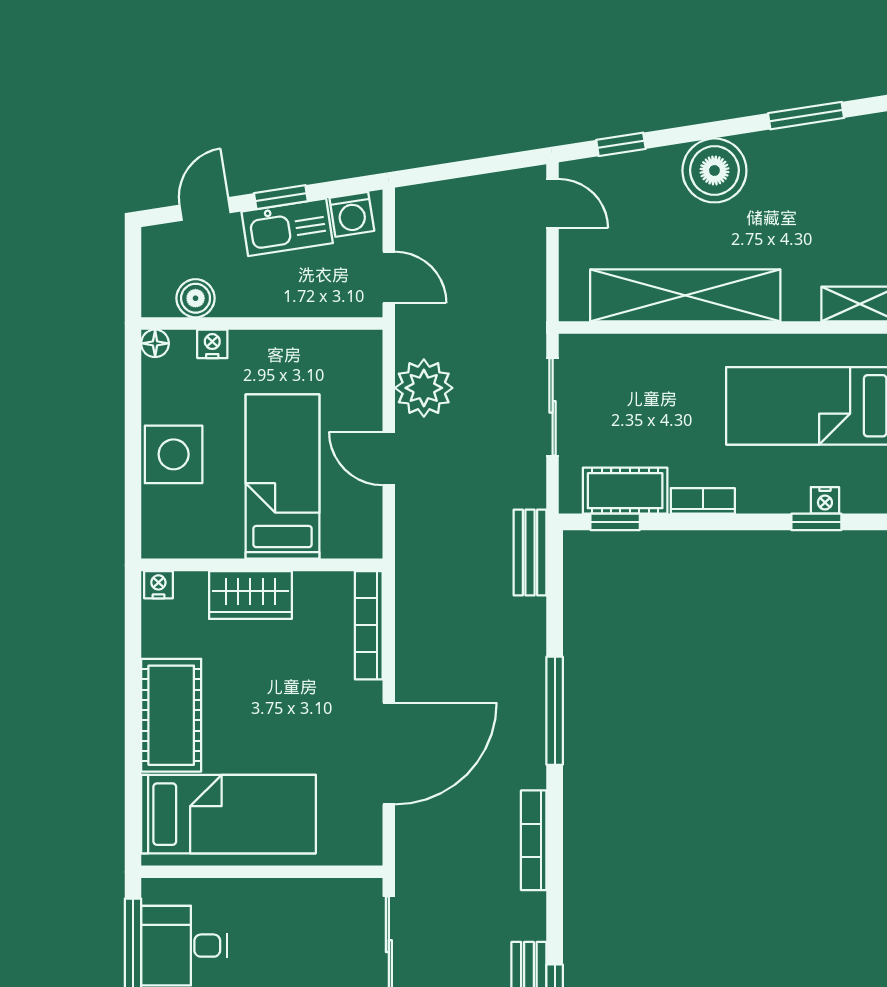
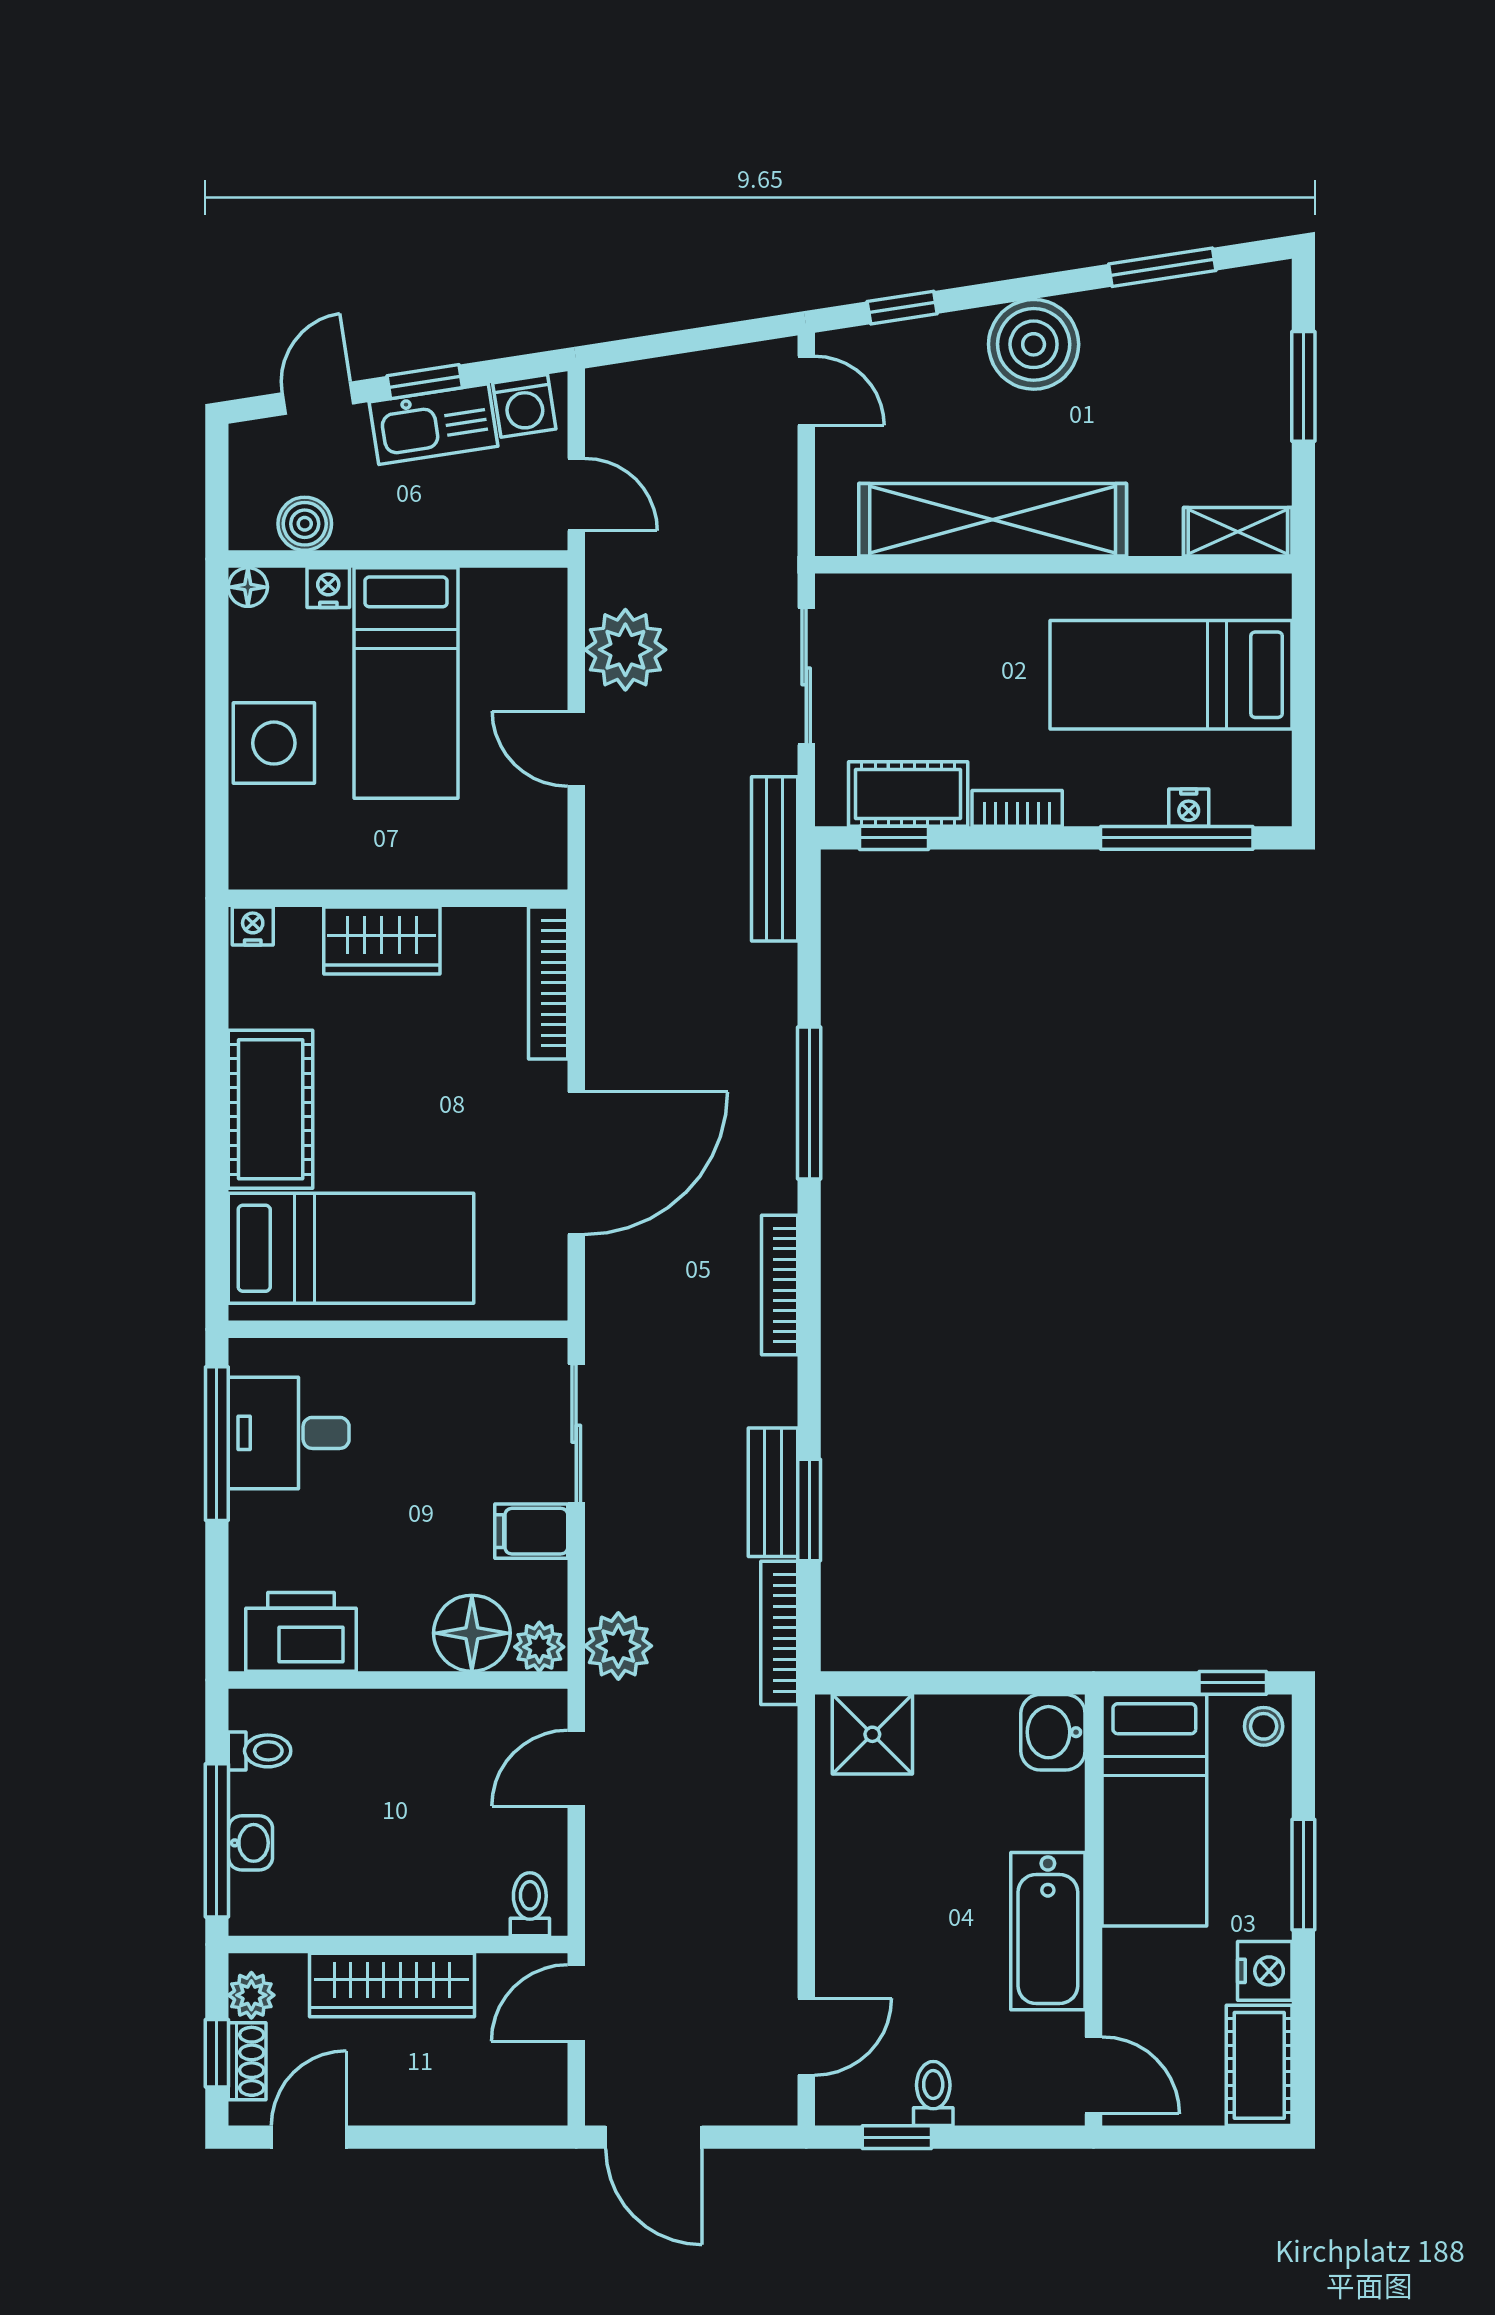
bed: (283, 477) -> (406, 683), moved, turned 180
window: (816, 522) -> (1177, 838), width x2.17
bench: (530, 552) -> (775, 859), width x1.36

